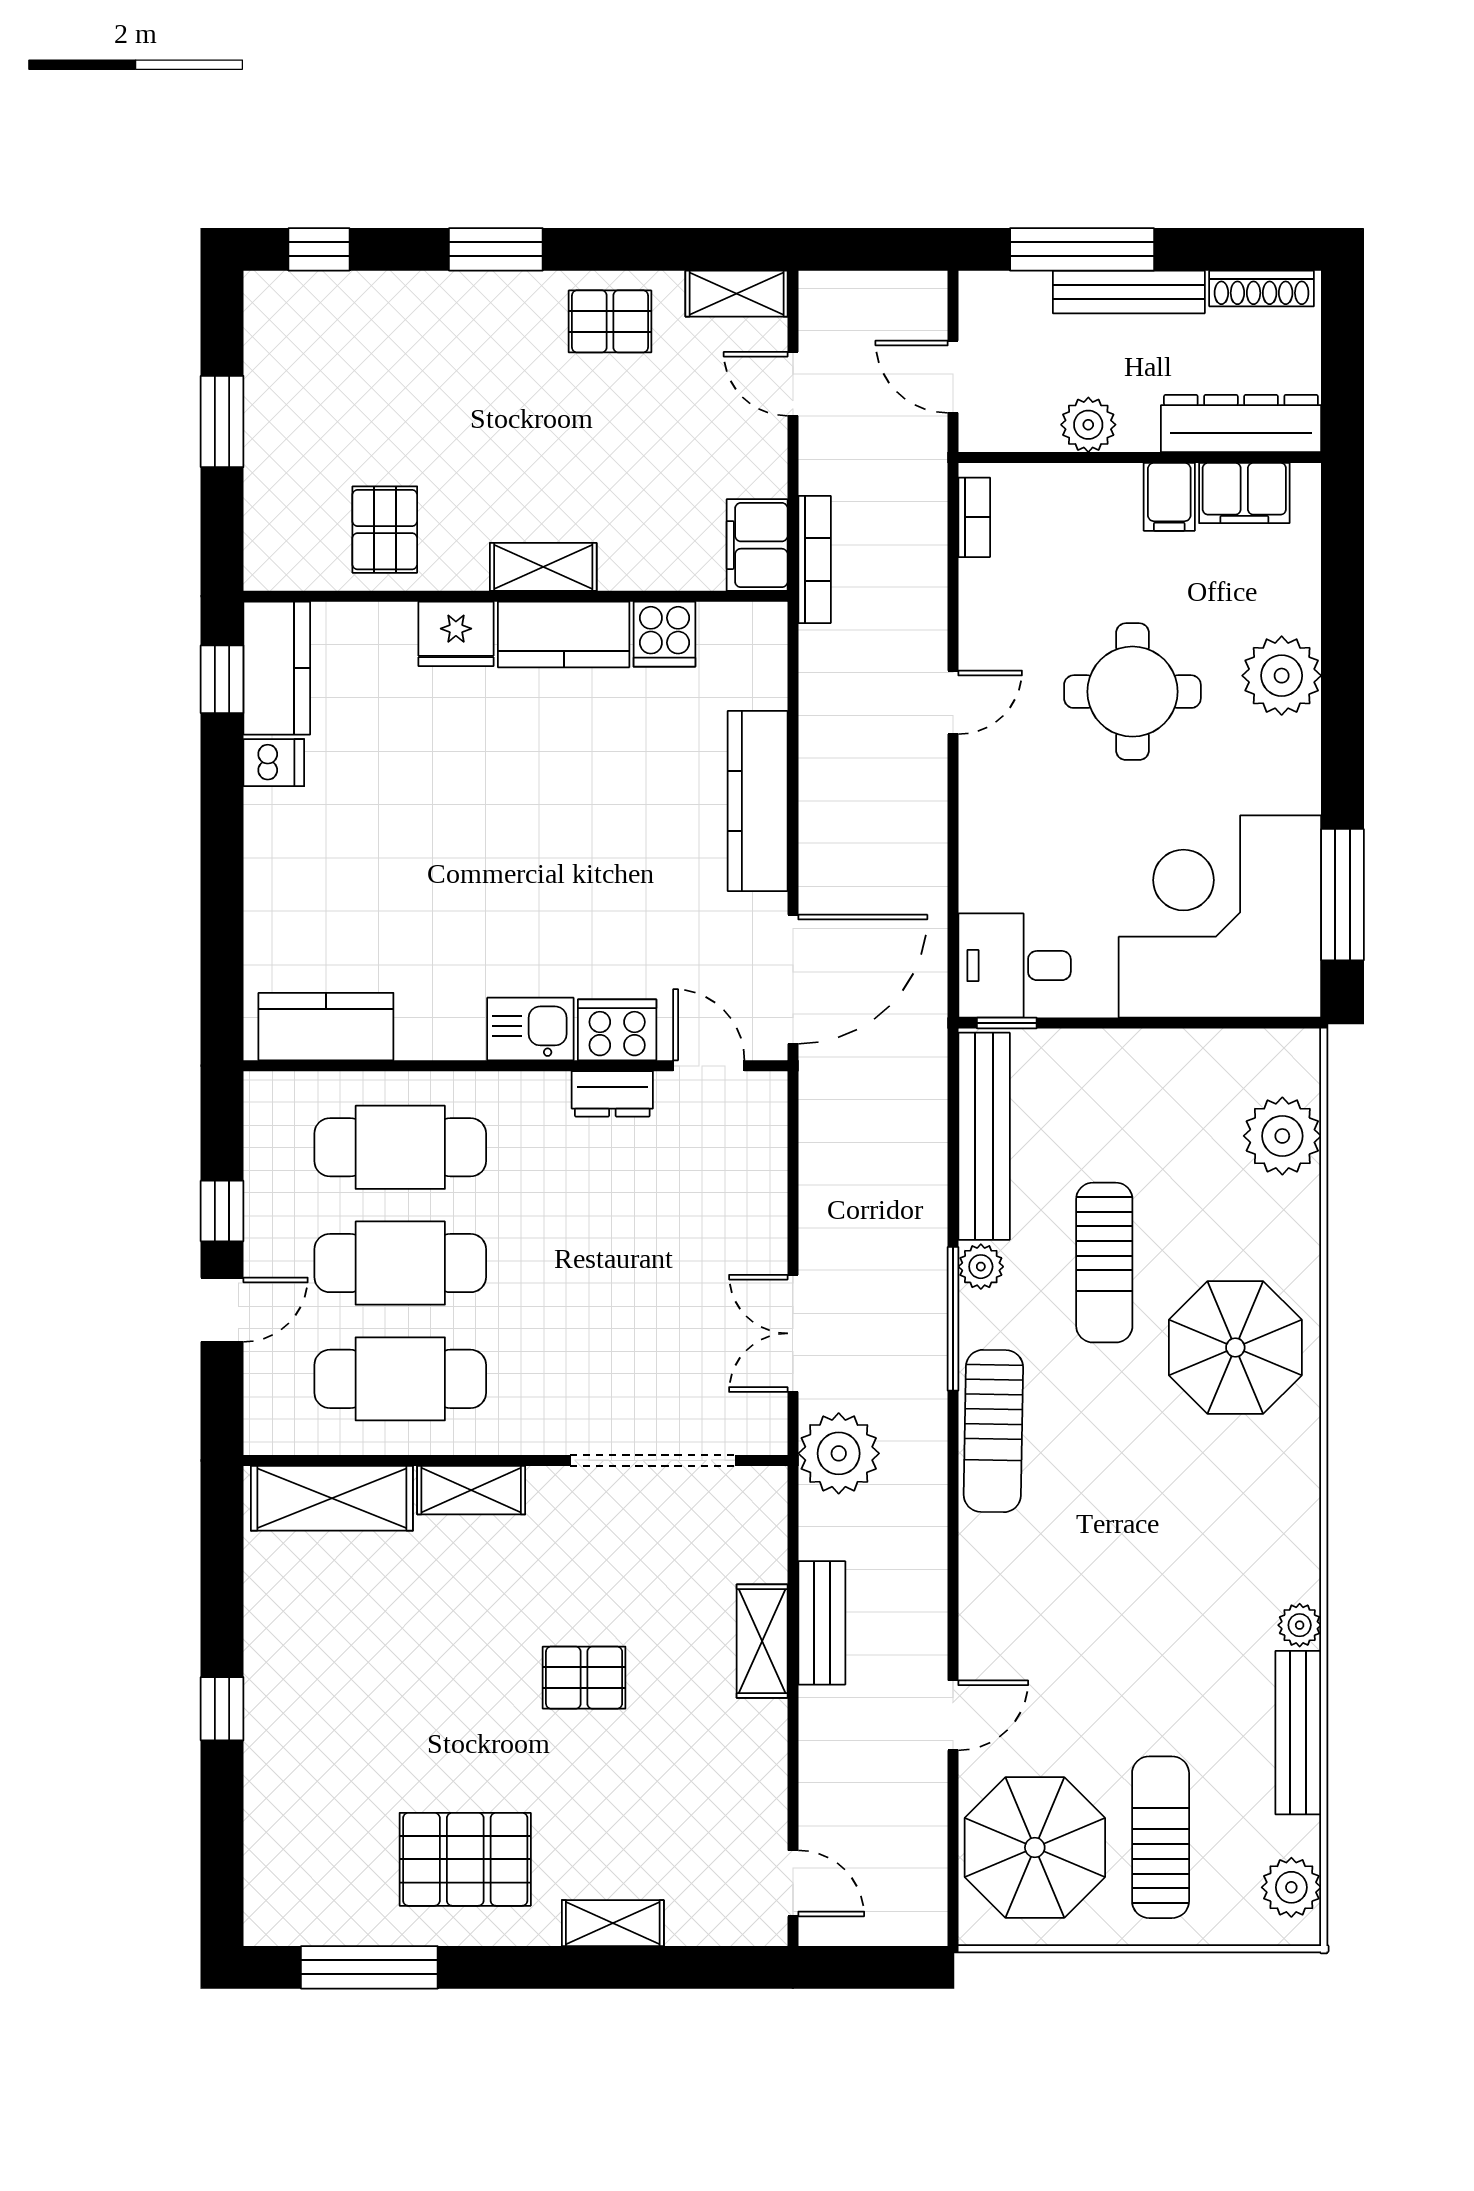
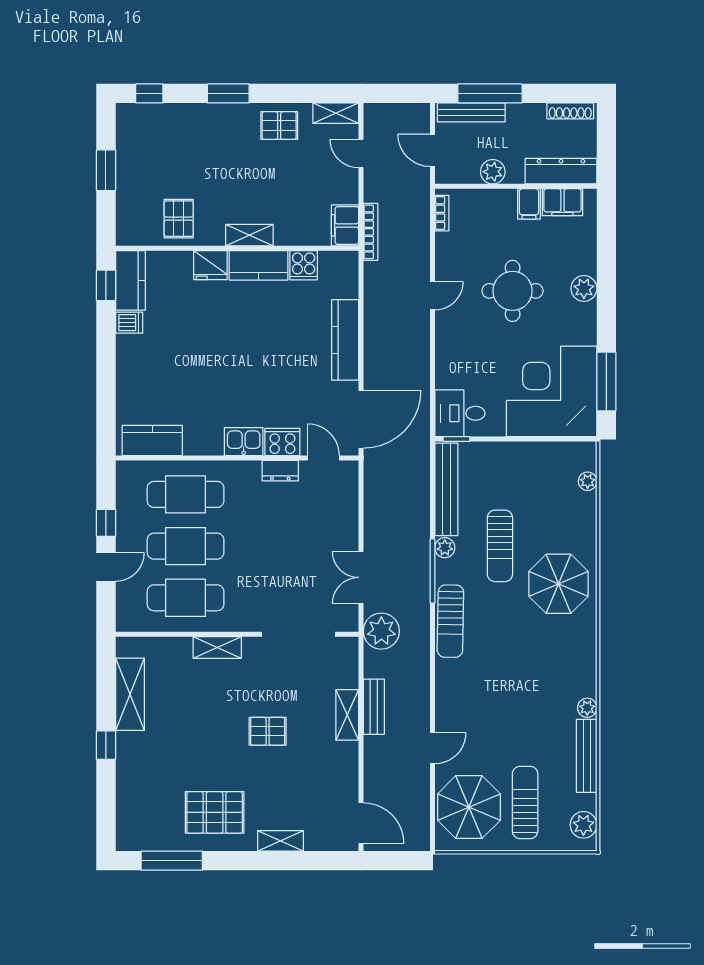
bench: (1129, 292) -> (471, 112), moved
plant: (1282, 676) -> (584, 288), width x0.73, depth x0.73
plant: (1282, 1136) -> (588, 481), width x0.53, depth x0.53
shelving: (332, 1498) -> (130, 694), moved, turned 90
door: (793, 1883) -> (361, 823), width x1.37

